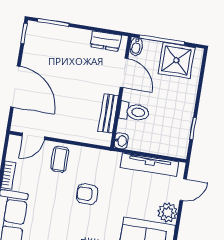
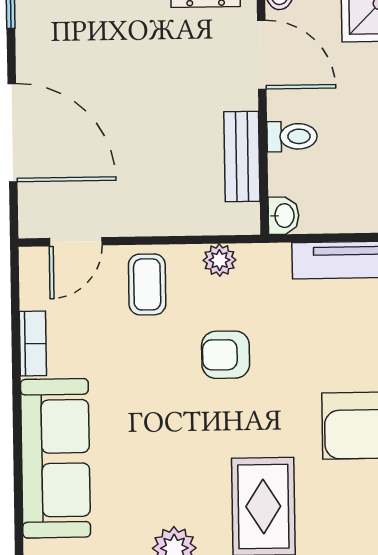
toilet: (134, 112) -> (292, 136), width x0.73, depth x0.72
plant: (91, 154) -> (219, 260), added

